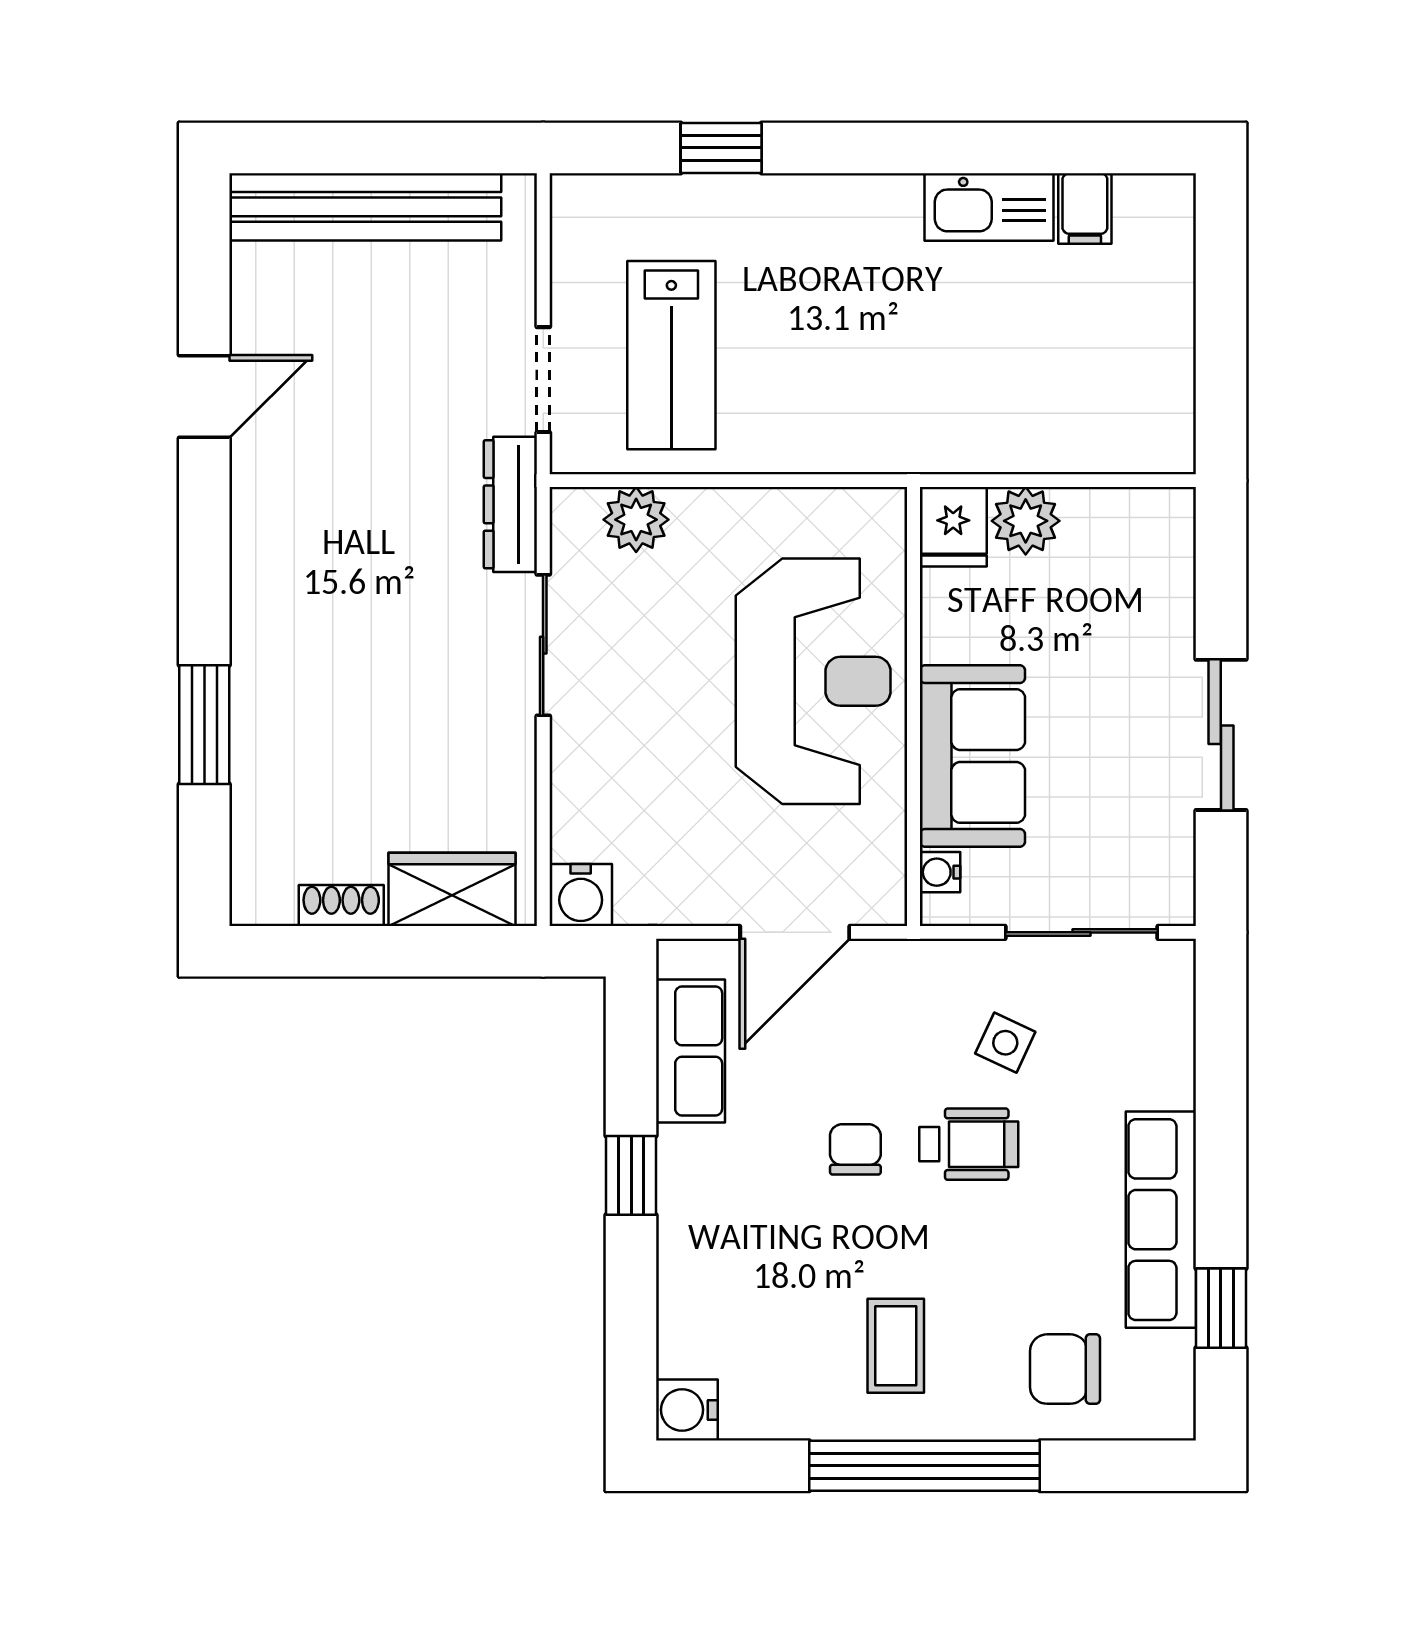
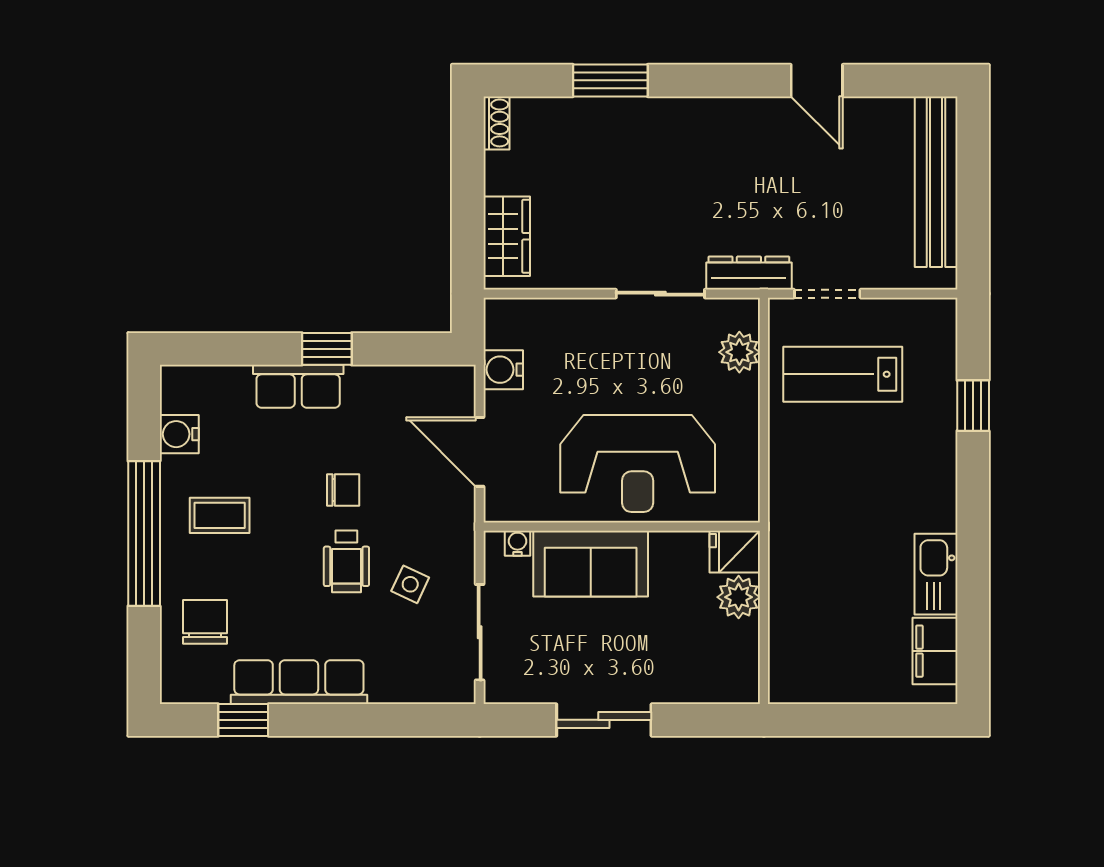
filing cabinet: (1085, 208) -> (935, 651), width x2.00
water cooler: (581, 895) -> (503, 370), moved
shoe rack: (341, 906) -> (497, 123), moved
row of seats: (690, 1051) -> (298, 386), moved
water cooler: (687, 1410) -> (179, 434), moved, turned -90

